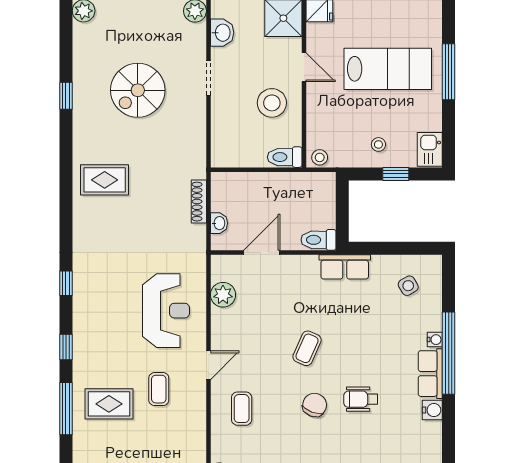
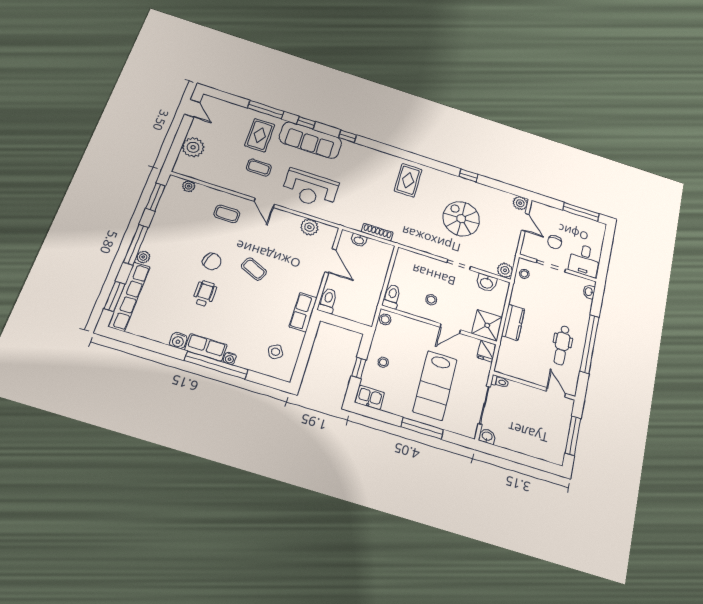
stool: (272, 103) -> (431, 300), width x0.53, depth x0.53
sofa: (91, 333) -> (310, 140), added

